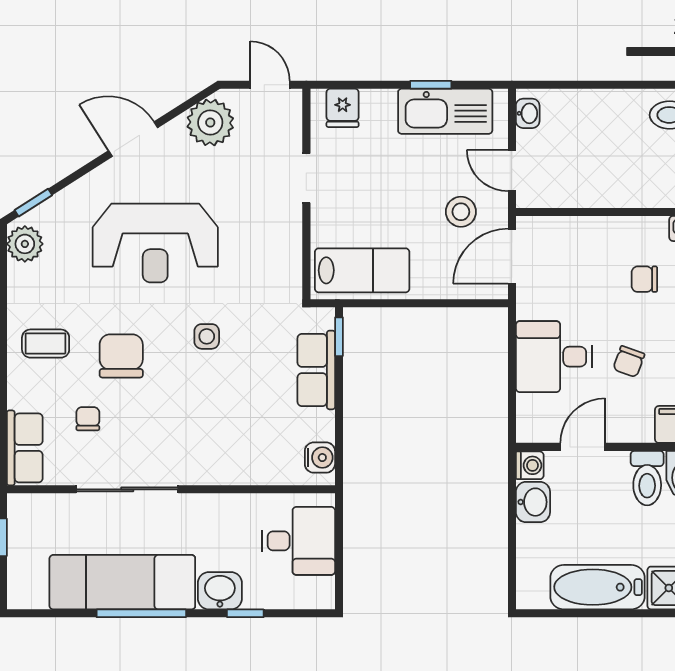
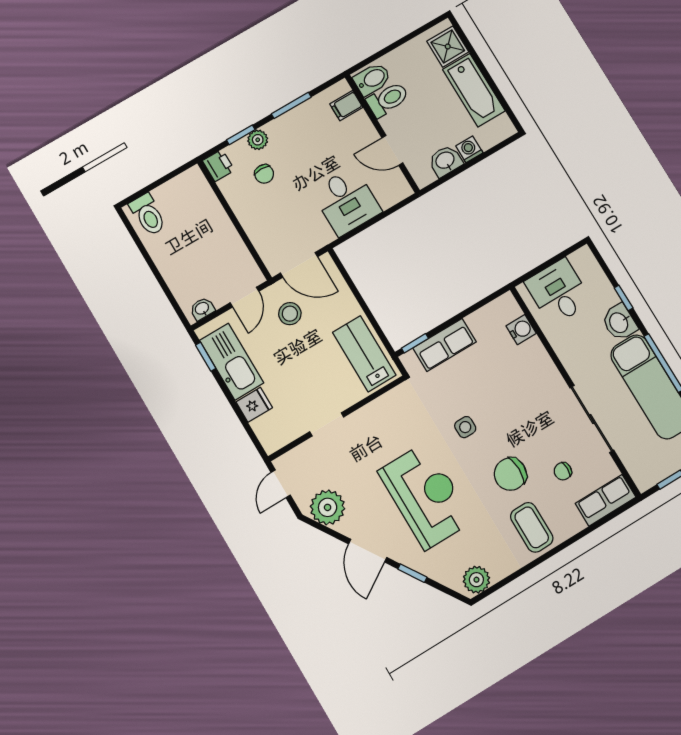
window: (431, 85) -> (206, 357), moved
fridge: (343, 108) -> (254, 405), moved
window: (33, 203) -> (412, 573), moved
coffee table: (46, 344) -> (532, 527), width x1.36, depth x1.30
chair: (629, 362) -> (322, 153), removed
water cooler: (320, 458) -> (521, 330), moved, turned 90
washing machine: (530, 465) -> (469, 149), moved

